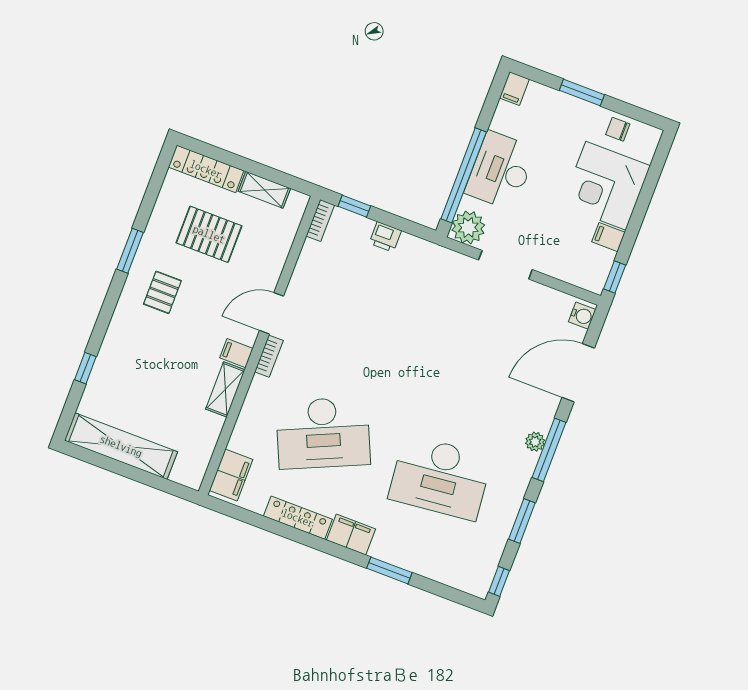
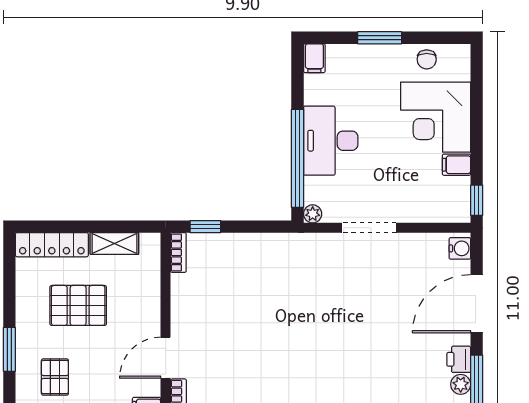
chair: (618, 129) -> (427, 59), turned -90
plant: (468, 227) -> (313, 214), width x0.53, depth x0.53
printer: (385, 237) -> (459, 359), moved, turned 90

